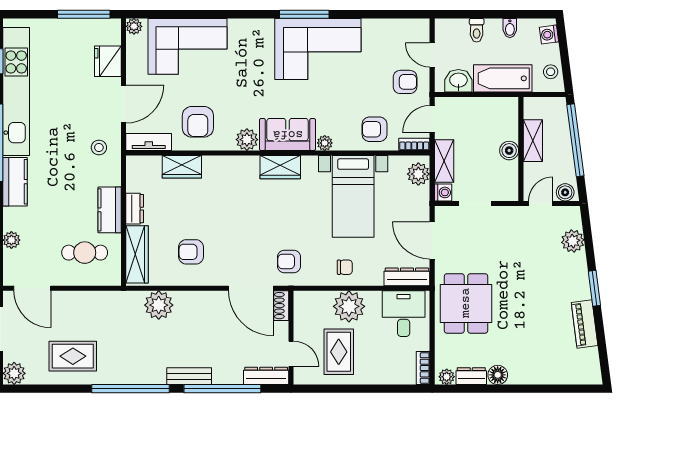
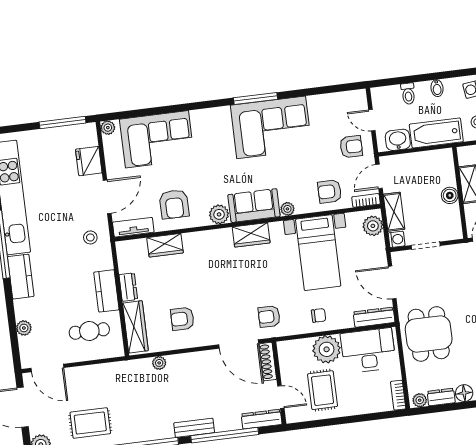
plant: (159, 305) -> (159, 363), width x0.53, depth x0.53
shoe rack: (281, 306) -> (268, 362), width x1.43
desk: (404, 314) -> (368, 351), width x1.37

